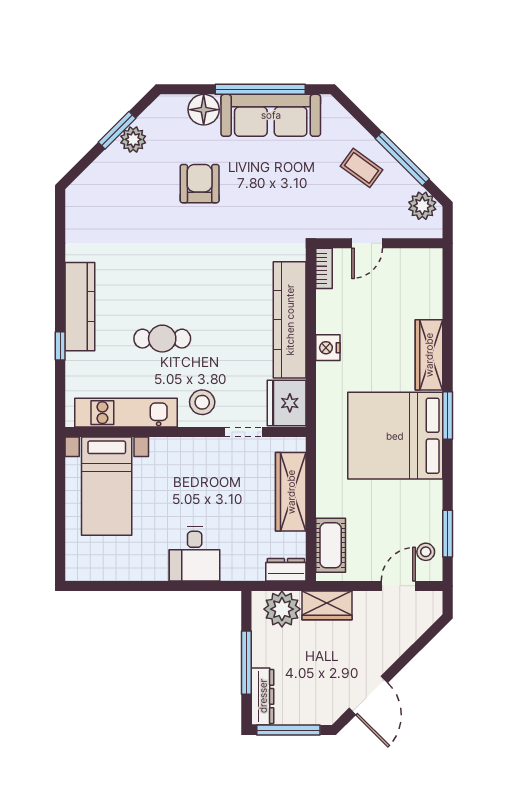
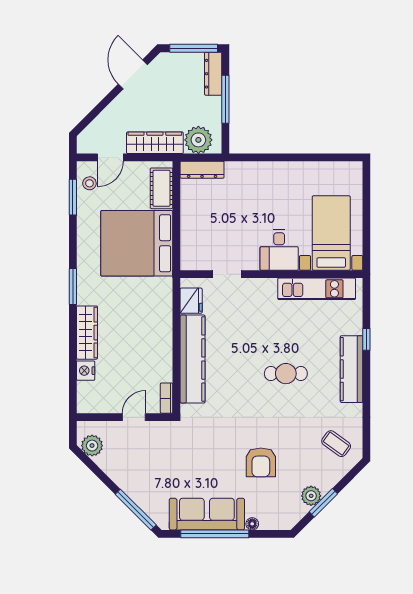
floor lamp: (204, 110) -> (252, 524), width x0.53, depth x0.53
window: (402, 159) -> (136, 510), moved
coffee table: (362, 168) -> (336, 444), moved
cafe table: (162, 339) -> (286, 374), moved
nightstand: (328, 348) -> (86, 371), moved, turned 180
stool: (202, 402) -> (259, 297), removed
fridge: (287, 403) -> (191, 301), width x0.73, depth x0.75
bed: (395, 436) -> (137, 243), moved, turned 180
wardrobe: (291, 492) -> (192, 229), removed
desk: (195, 554) -> (279, 250), moved, turned 180
dresser: (286, 570) -> (202, 170), width x1.44
wardrobe: (327, 605) -> (155, 143), width x1.50

